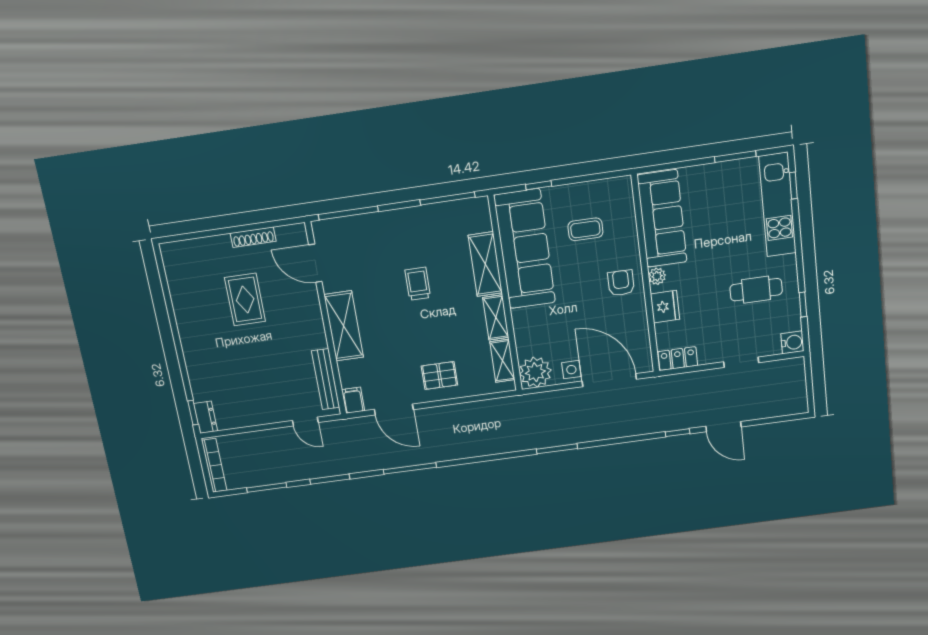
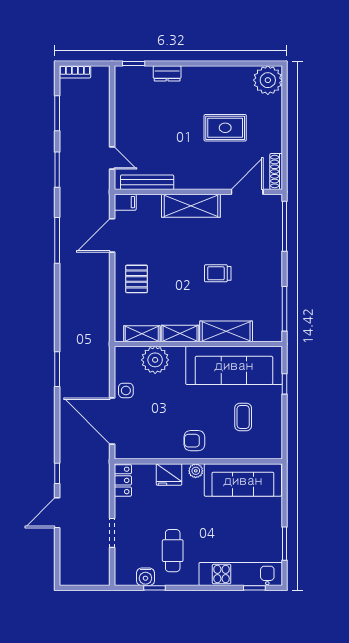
shoe rack: (253, 237) -> (276, 172), moved
plant: (179, 258) -> (268, 80), added
armchair: (621, 283) -> (194, 441), turned 180
trolley: (418, 284) -> (218, 273), turned 180
water cooler: (792, 342) -> (145, 577), moved
plant: (535, 372) -> (155, 360), moved
door: (609, 380) -> (112, 421), swing flipped
dresser: (206, 417) -> (167, 73), moved
door: (305, 422) -> (112, 158), swing flipped
bookcase: (214, 465) -> (75, 72), width x0.64

